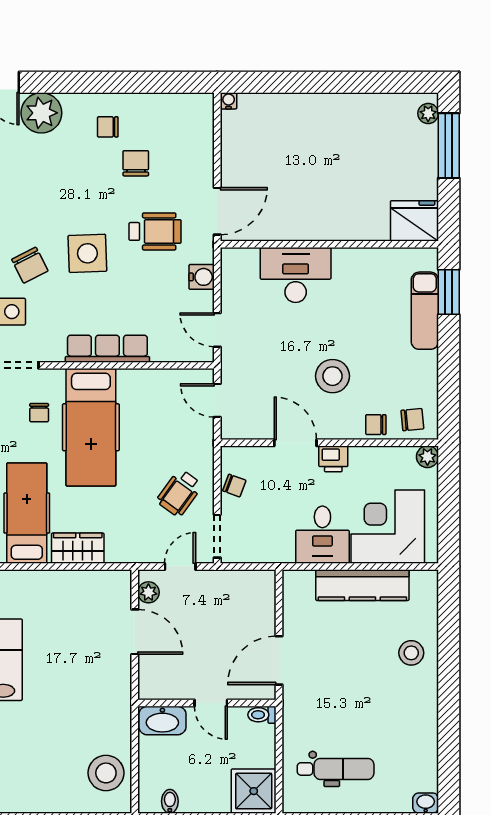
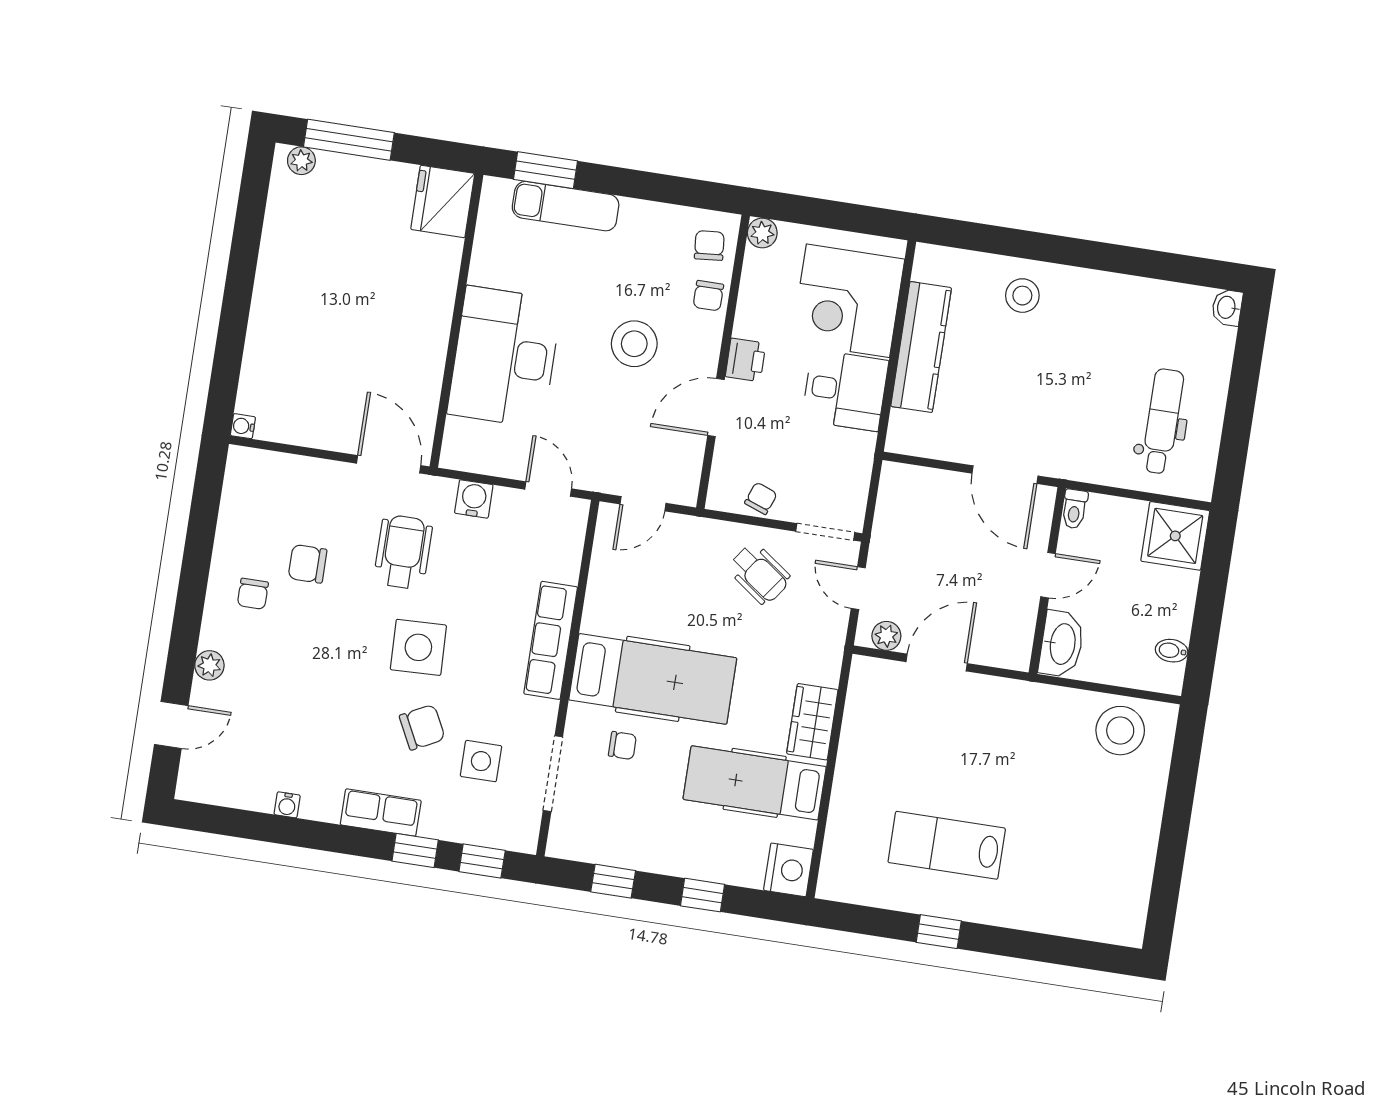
plant: (41, 113) -> (209, 665), width x0.53, depth x0.53
desk: (296, 275) -> (505, 357), width x1.36, depth x1.30
door: (217, 330) -> (548, 489), swing flipped

